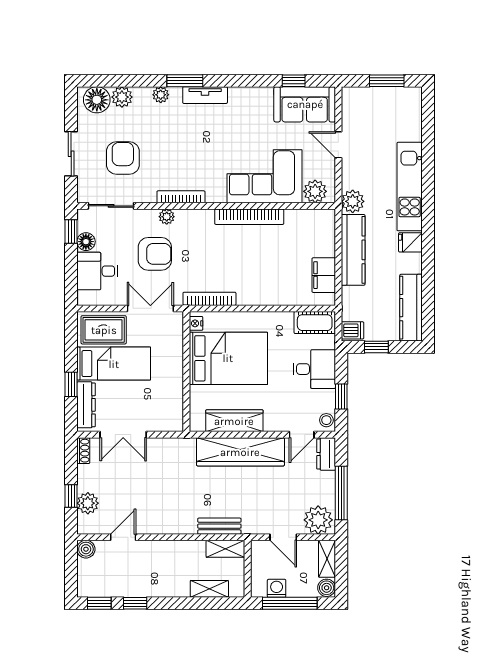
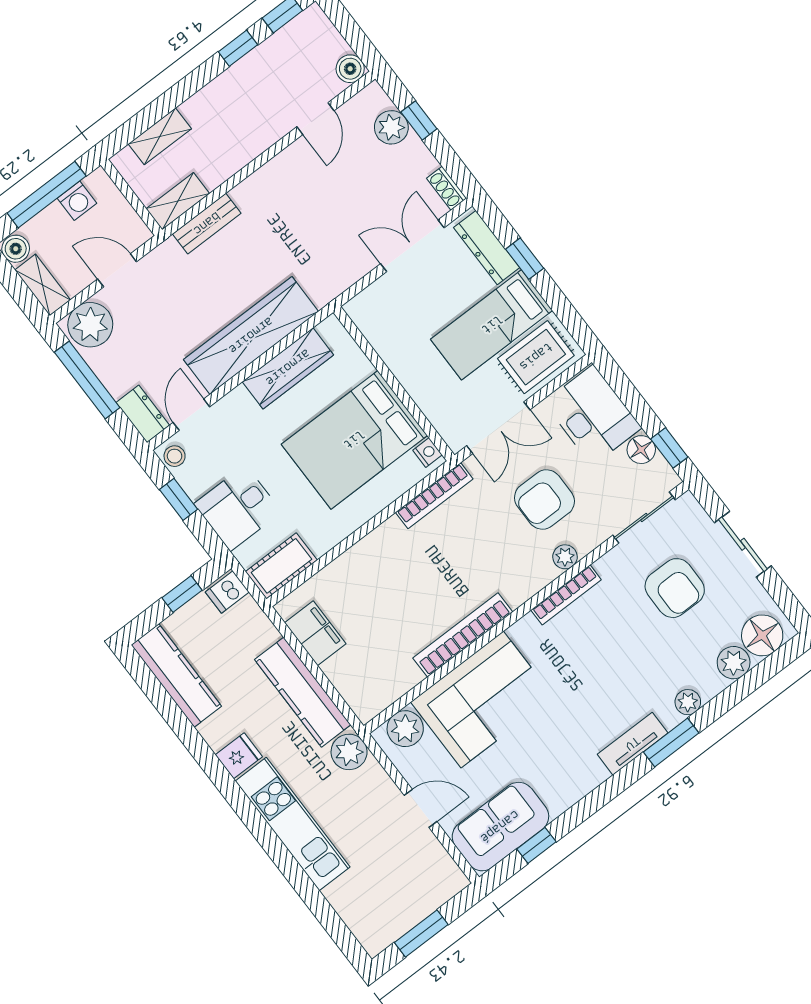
desk: (97, 271) -> (593, 415), width x1.37

